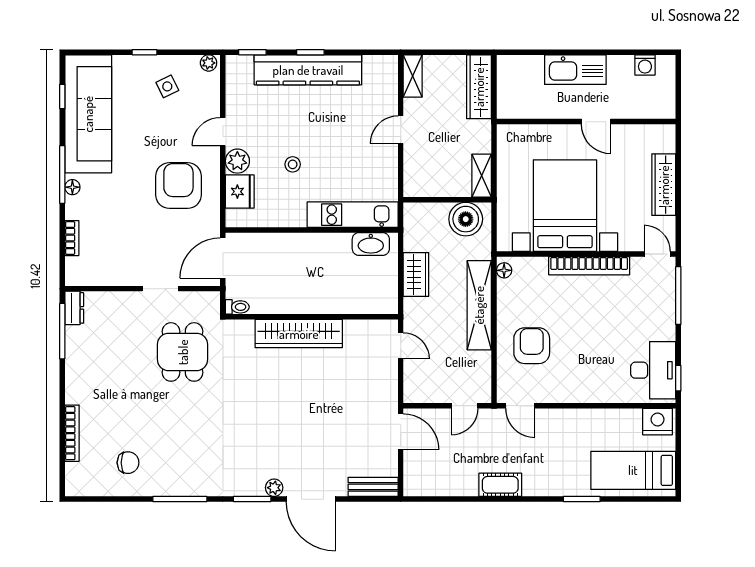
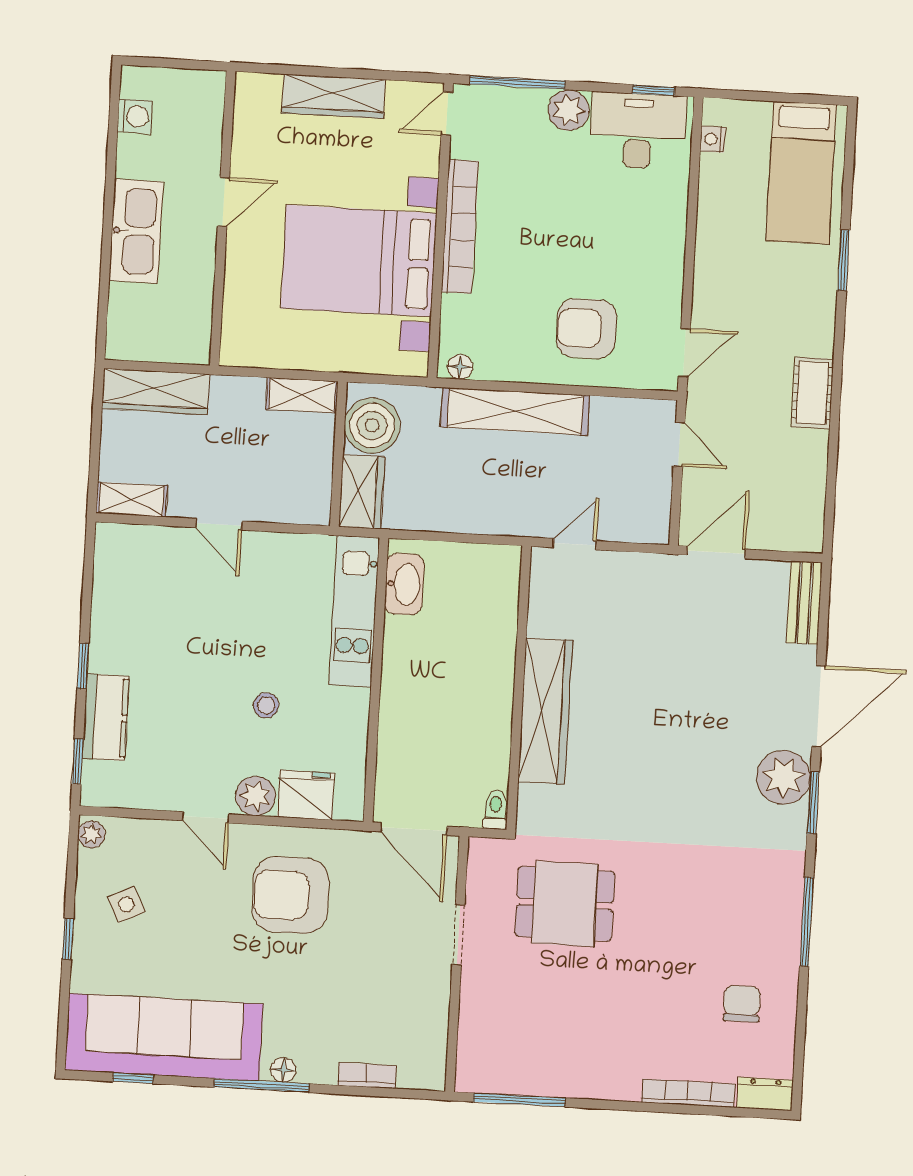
kitchen counter: (308, 70) -> (106, 717), width x0.48, depth x0.86
wardrobe: (416, 274) -> (362, 492), moved, turned 90
dresser: (74, 308) -> (765, 1094), moved
plant: (663, 327) -> (569, 110), added
nightstand: (658, 422) -> (713, 139), width x0.53, depth x0.56
plant: (274, 488) -> (783, 777), width x1.88, depth x1.88

